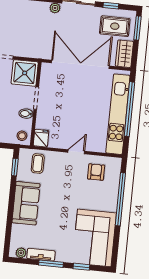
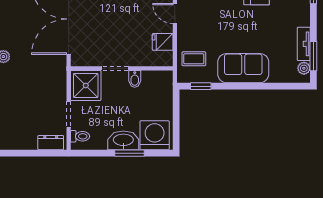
stool: (22, 136) -> (162, 81), removed
fridge: (41, 138) -> (163, 42), moved
window: (51, 264) -> (313, 56), moved

